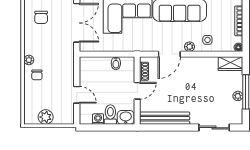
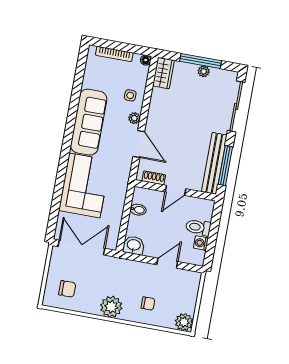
plant: (29, 60) -> (111, 307), width x1.88, depth x1.88
chair: (37, 75) -> (148, 303), moved
door: (137, 91) -> (176, 190), swing flipped
plant: (46, 117) -> (184, 322), moved
washbasin: (126, 117) -> (134, 245), moved, turned 90
window: (164, 128) -> (225, 166), added
sliding door: (214, 128) -> (236, 106), width x1.37

